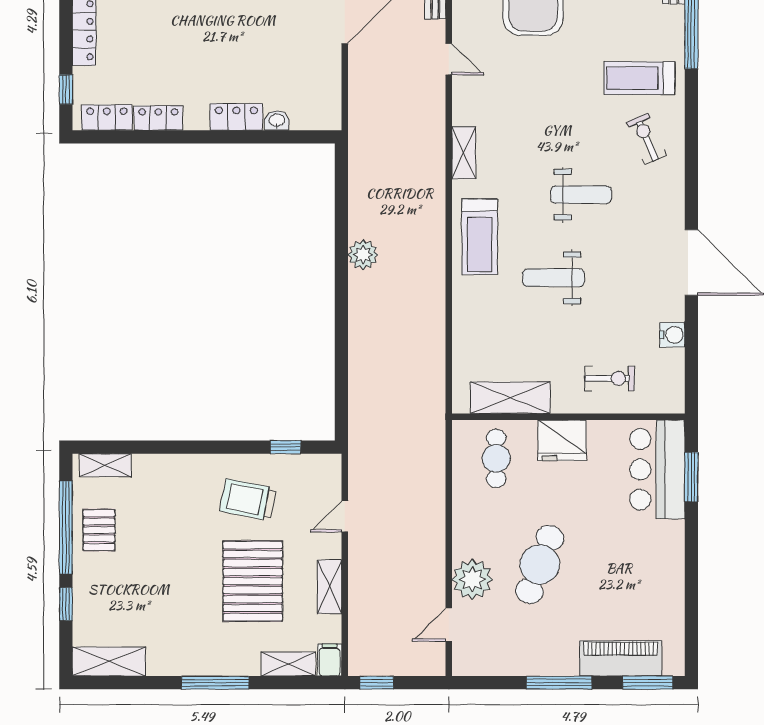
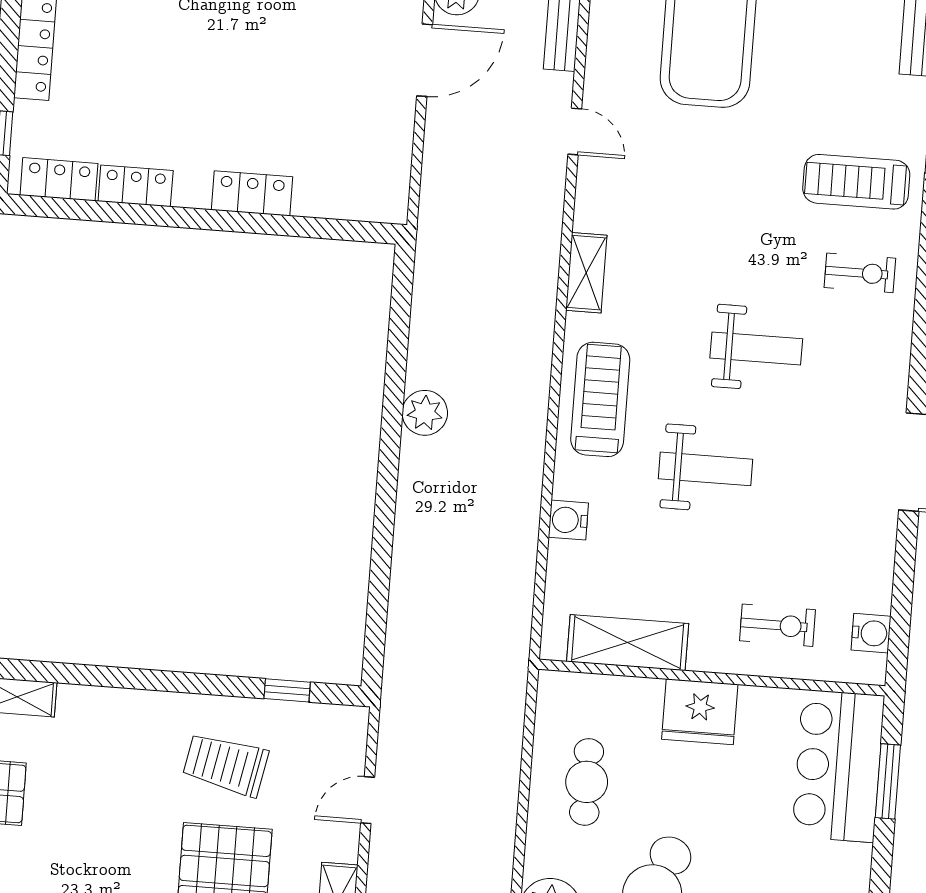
washbasin: (277, 121) -> (312, 203), removed
exercise bike: (646, 139) -> (860, 273), turned 113
treadmill: (480, 237) -> (600, 399), turned 180
weight bench: (553, 278) -> (705, 469), turned 180
water cooler: (464, 319) -> (568, 520), added
water cooler: (672, 335) -> (871, 633), moved
cafe table: (496, 458) -> (587, 782), moved

